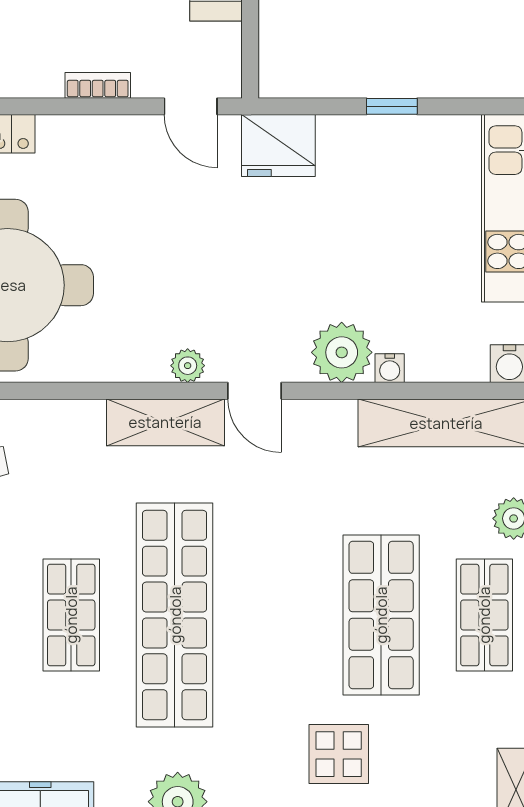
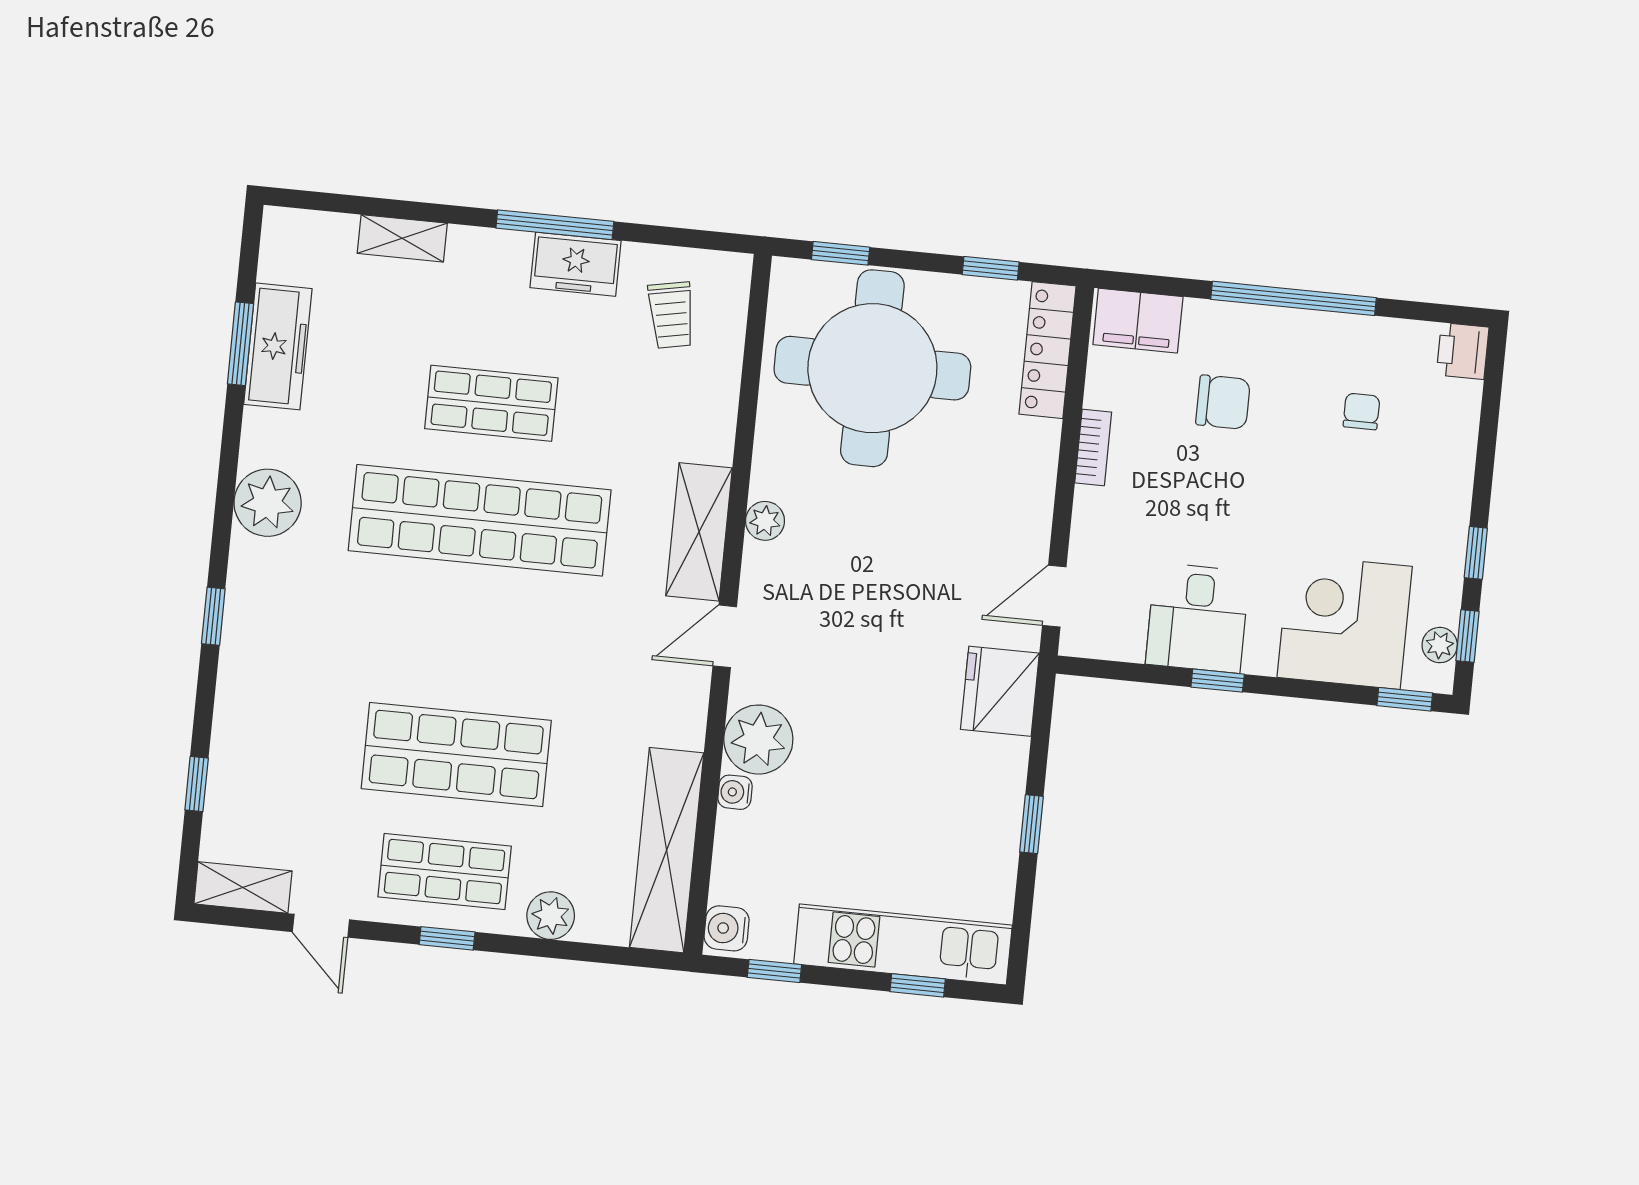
bookcase: (98, 85) -> (1093, 447), moved
plant: (188, 366) -> (765, 521), moved
display table: (339, 754) -> (303, 691), removed

